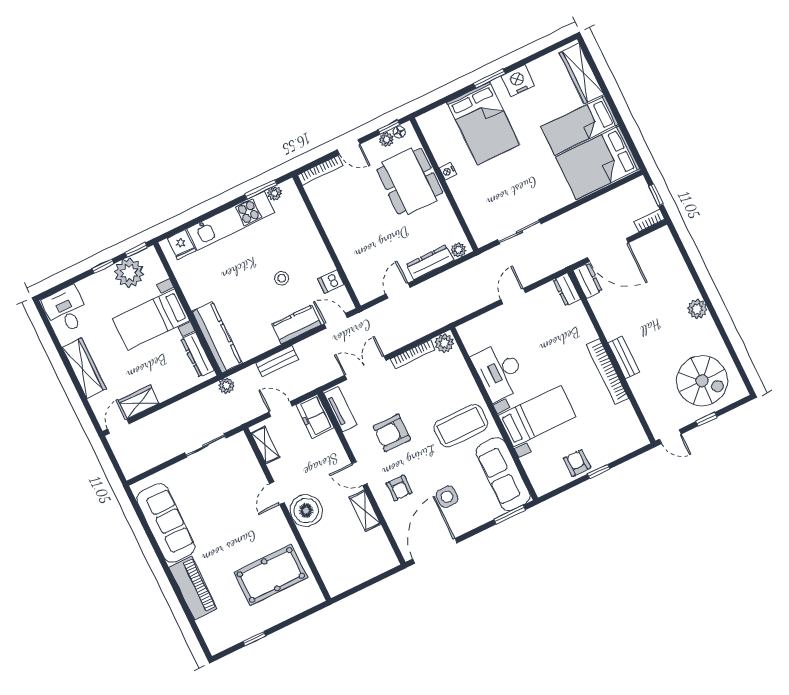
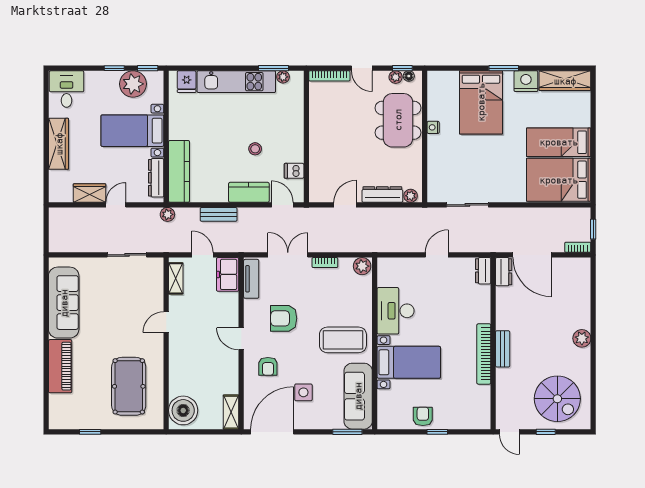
wardrobe: (582, 74) -> (565, 81), moved, turned -90
bookcase: (413, 354) -> (325, 263), width x0.64
door: (118, 426) -> (116, 205), moved
boiler: (306, 510) -> (183, 410), moved
shelving: (365, 511) -> (231, 412), moved
pool table: (271, 575) -> (129, 386), turned 90

